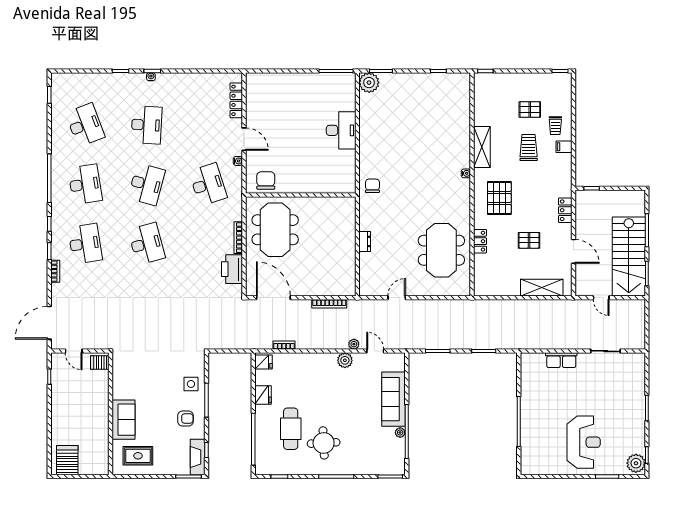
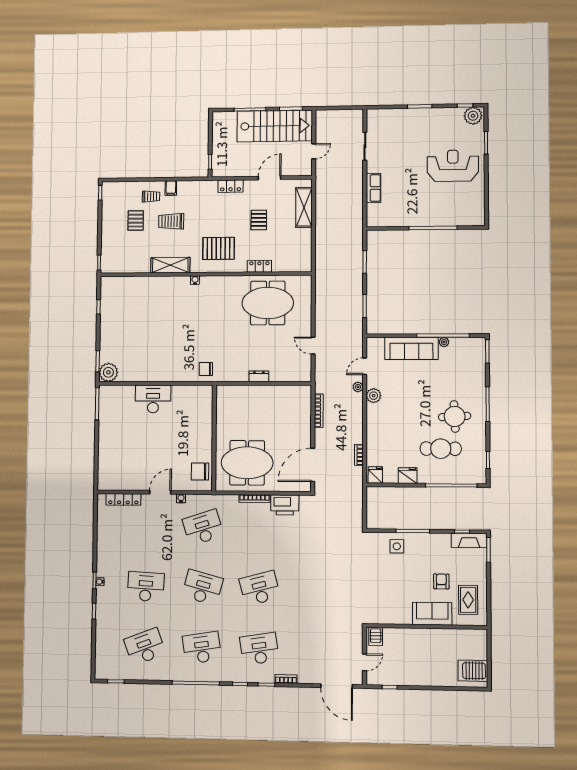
armchair: (186, 418) -> (441, 581), moved

